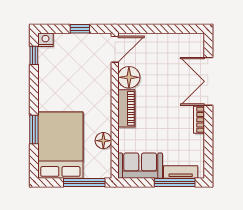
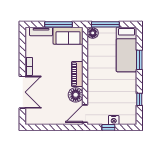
nightstand: (45, 40) -> (114, 120), moved
window: (34, 55) -> (139, 99), moved
floor lamp: (103, 141) -> (93, 33), moved
bed: (60, 145) -> (127, 49), width x0.67
window: (175, 183) -> (58, 24), moved

